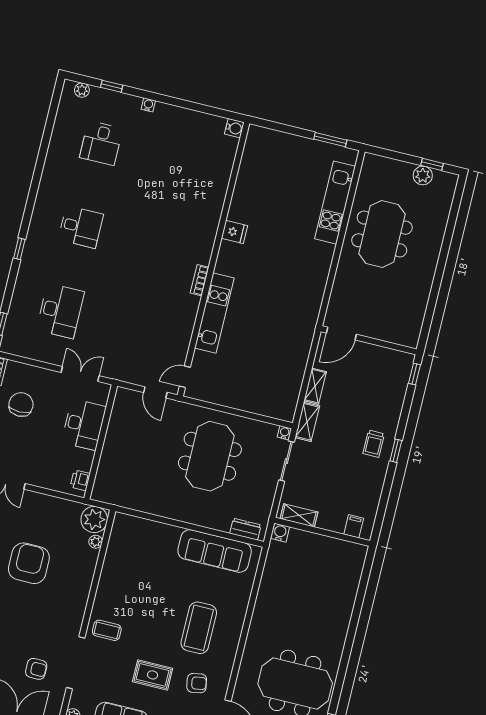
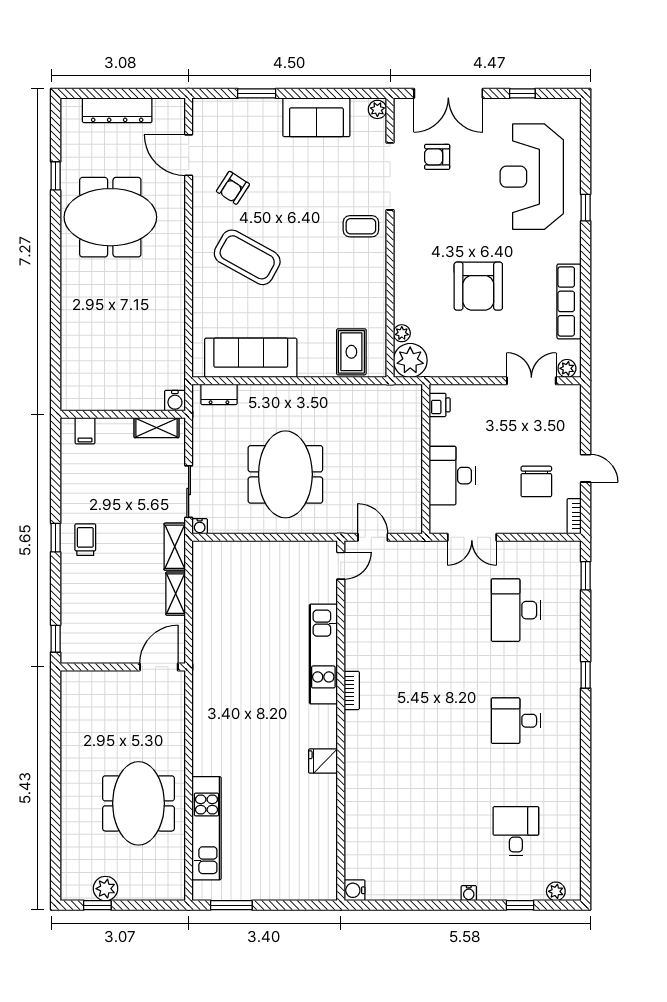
coffee table: (199, 628) -> (247, 257), turned -61
rug: (153, 675) -> (351, 352), moved, turned 90
armchair: (197, 683) -> (233, 188), turned -47

